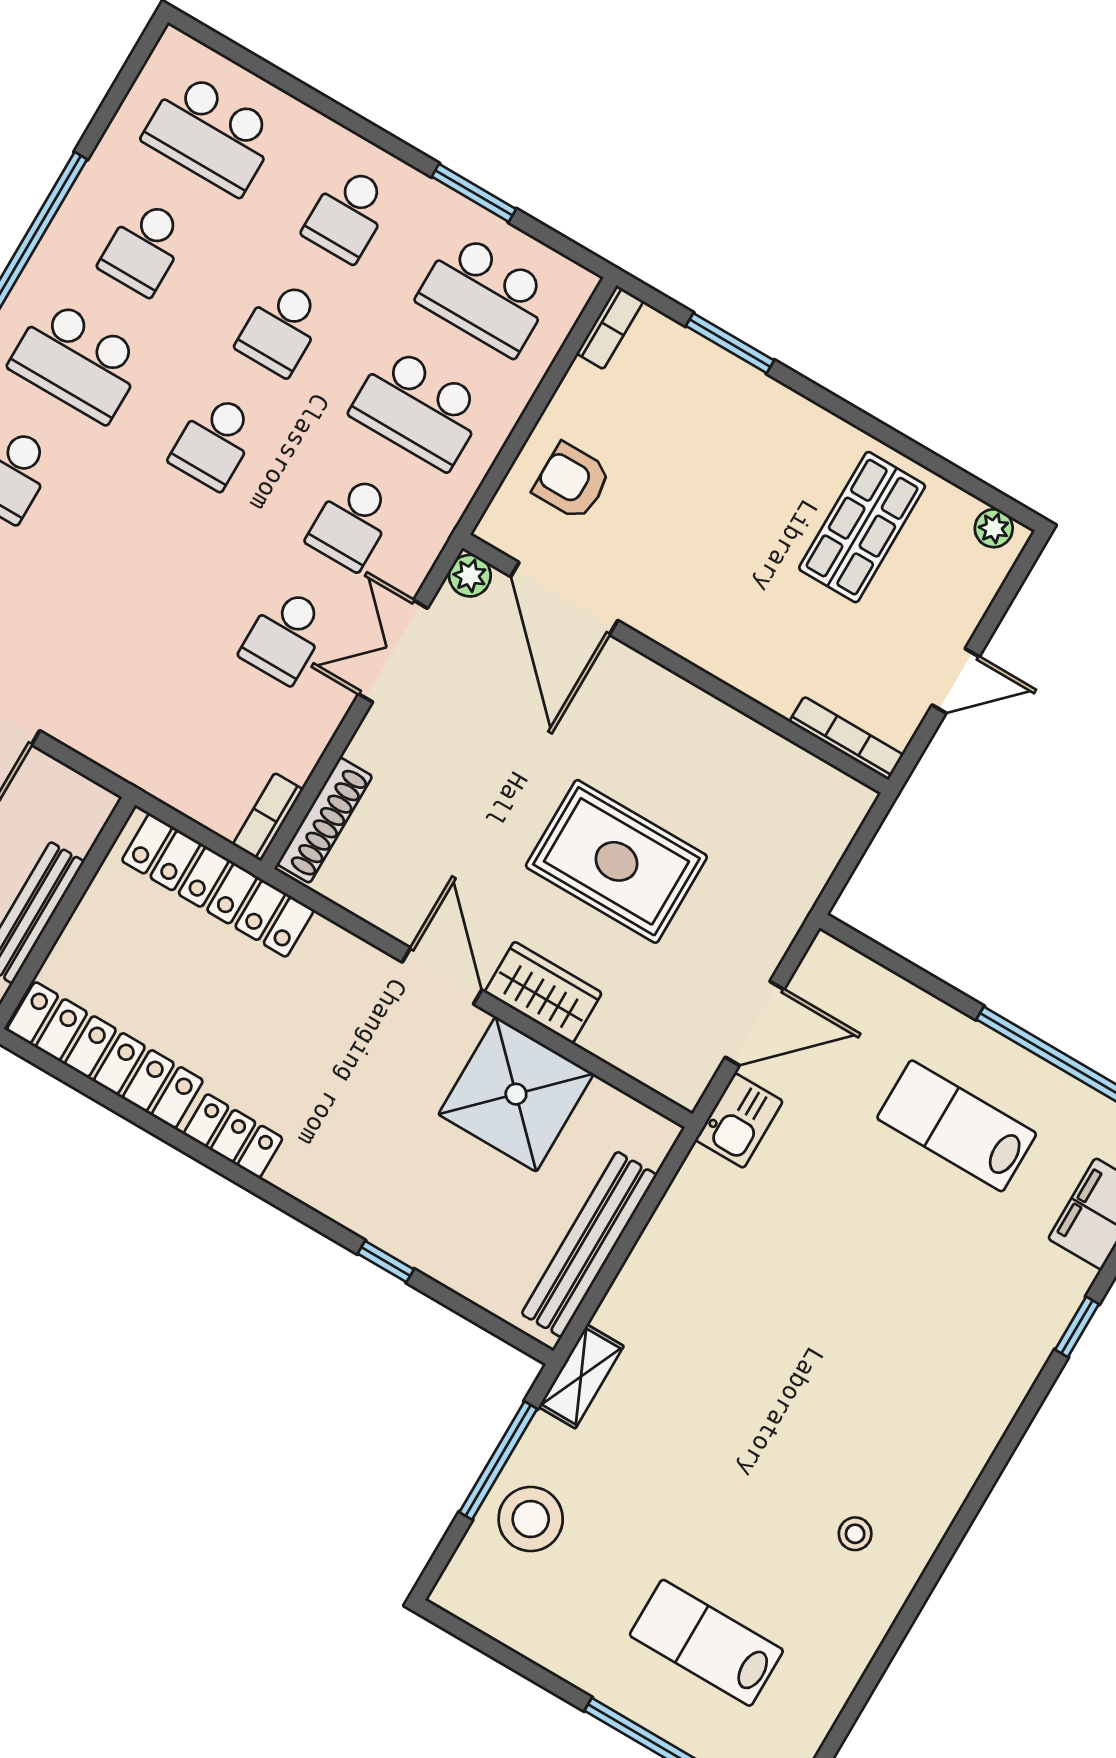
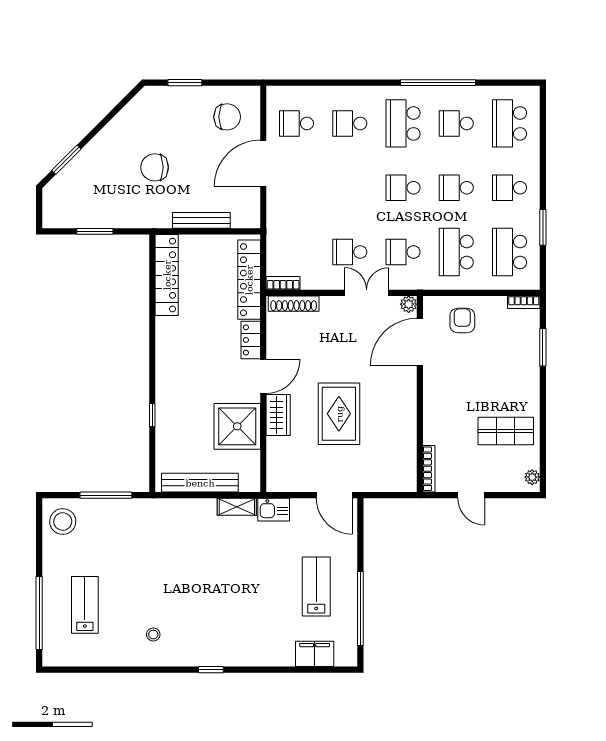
door: (755, 1023) -> (334, 495), moved
locker: (233, 1136) -> (251, 340), moved, turned 180
window: (1077, 1327) -> (211, 670), moved
shelving: (581, 1376) -> (237, 507), moved
stool: (531, 1519) -> (63, 522), moved

